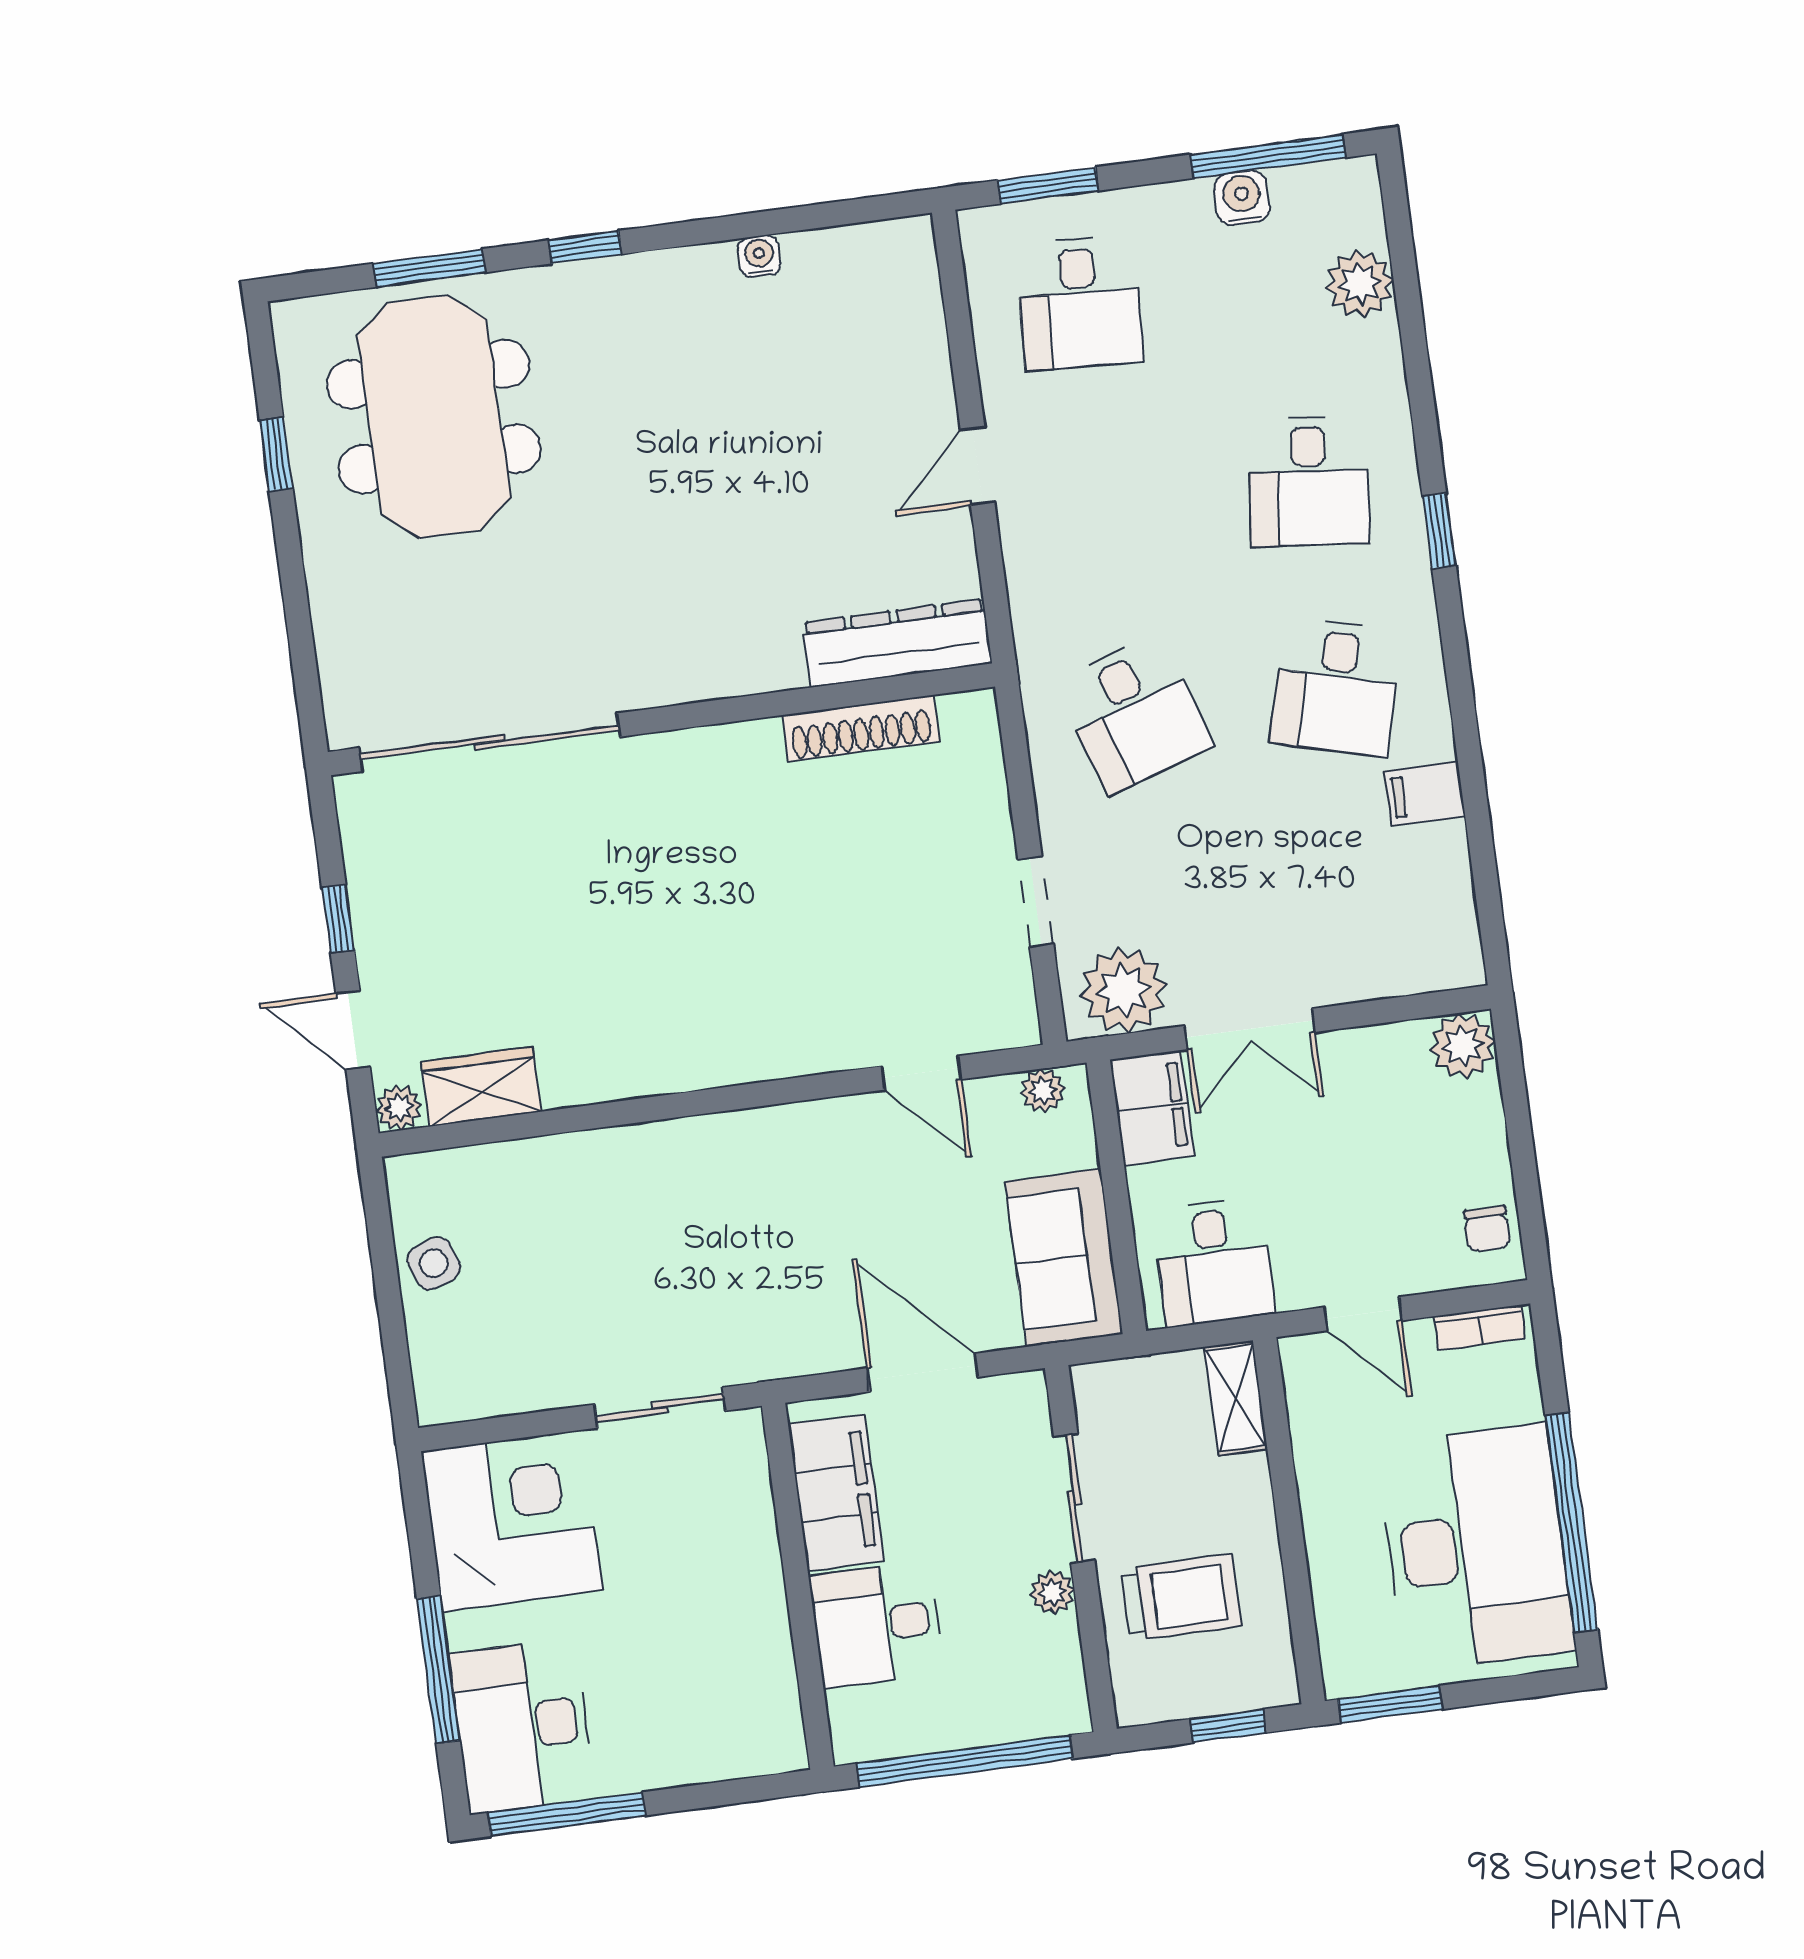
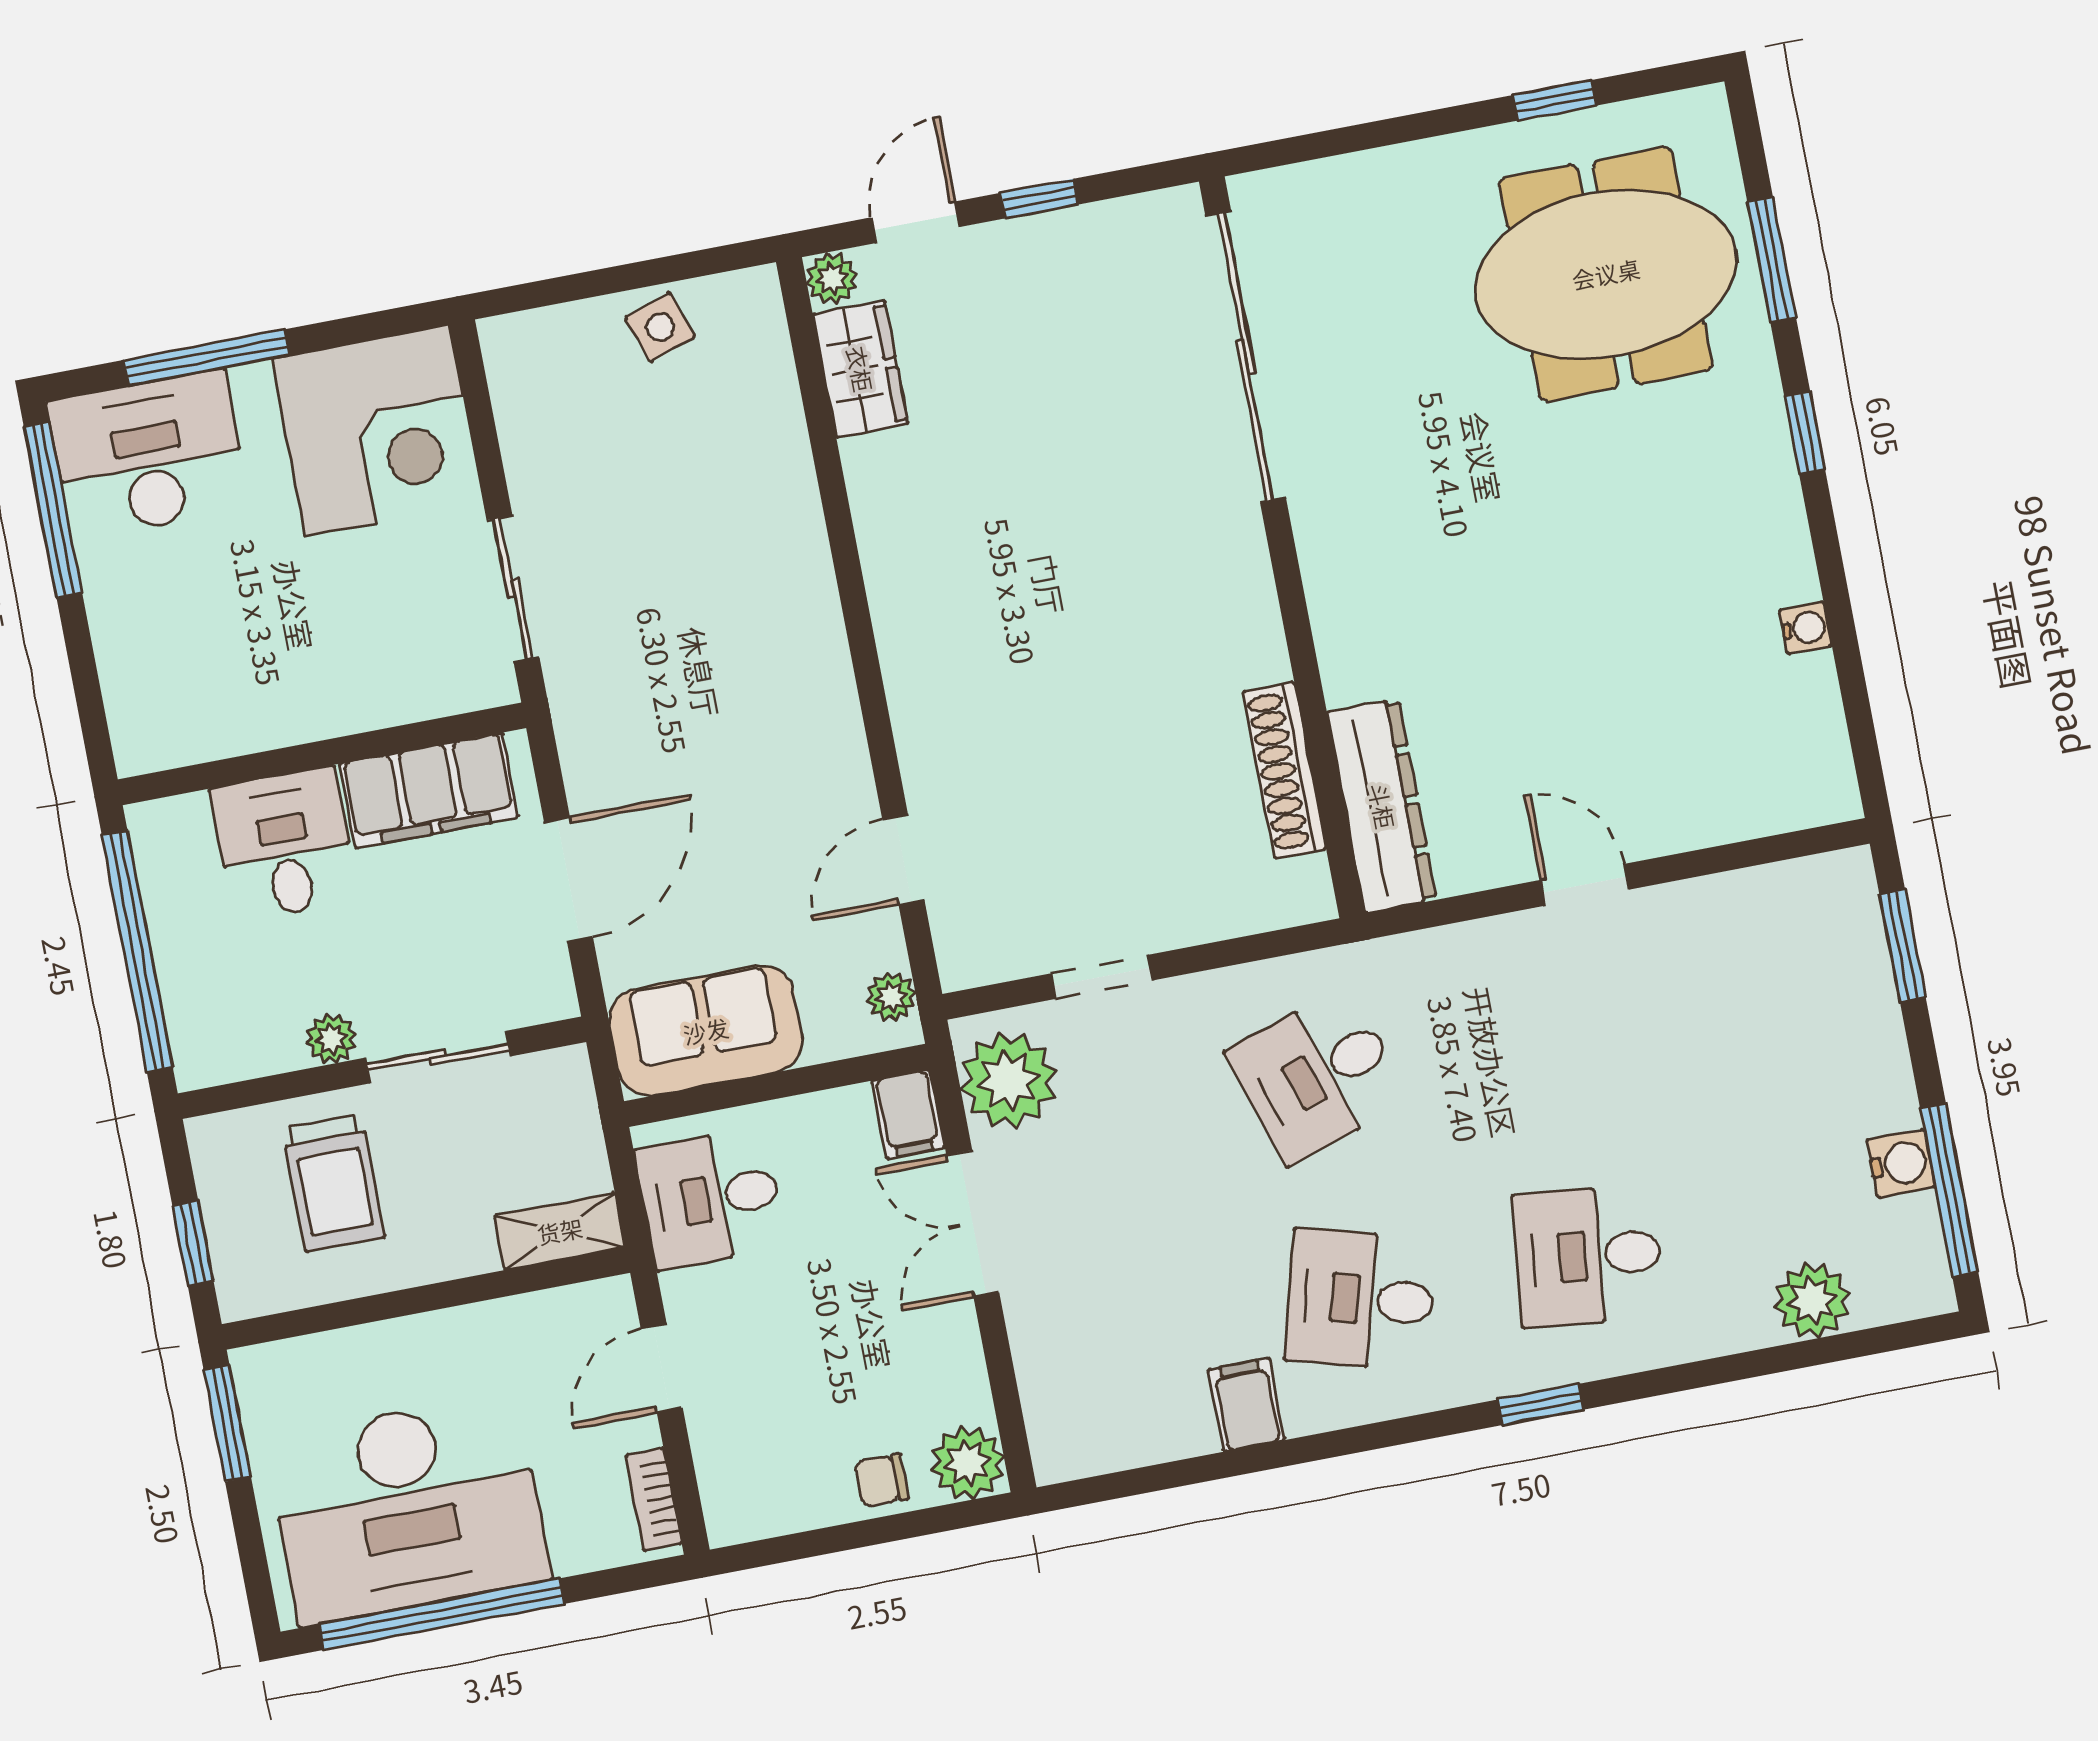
desk: (1080, 303) -> (1773, 989), removed
filing cabinet: (1152, 1108) -> (908, 1114), width x0.50
chair: (1487, 1229) -> (882, 1480), moved

